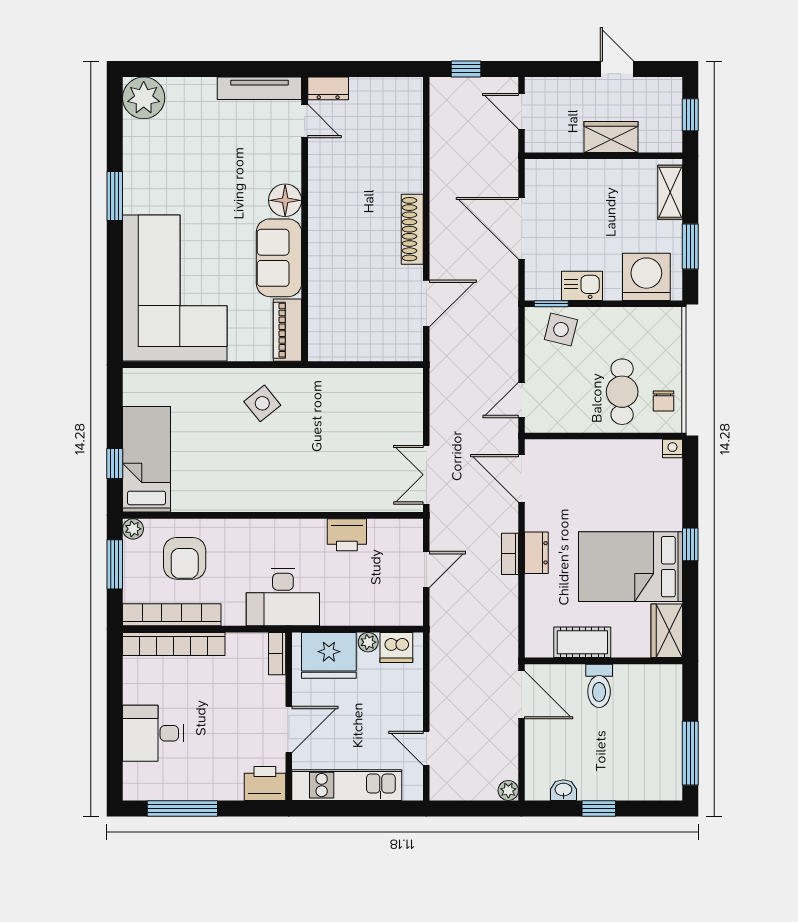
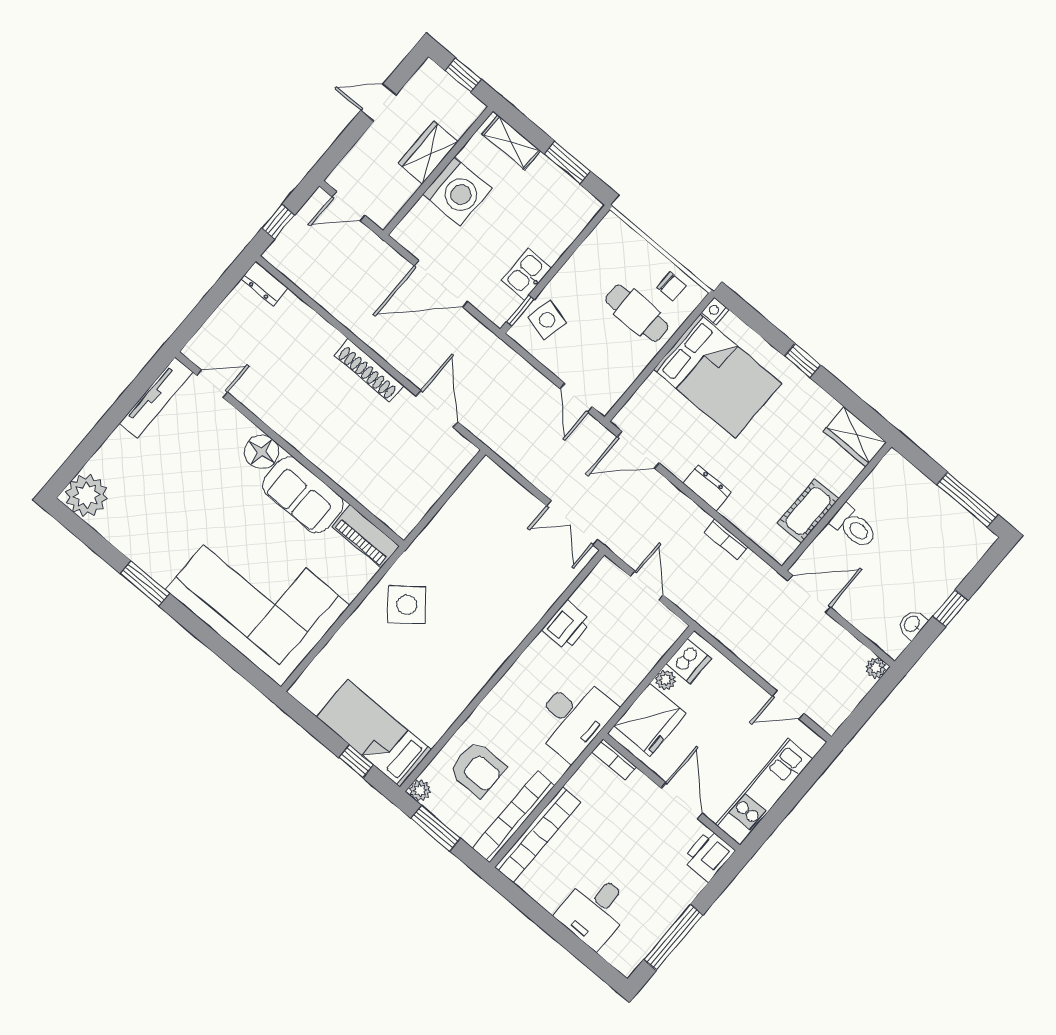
dresser: (328, 88) -> (264, 283), moved, turned 90
washing machine: (646, 277) -> (457, 191), moved, turned 180
side table: (262, 403) -> (407, 605), width x1.37, depth x1.37
bookcase: (510, 554) -> (726, 539), moved
bed: (631, 567) -> (717, 376), moved, turned -90

